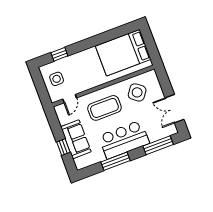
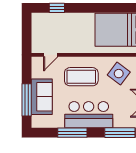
side table: (57, 79) -> (45, 31), removed
window: (63, 147) -> (27, 100), width x2.17

